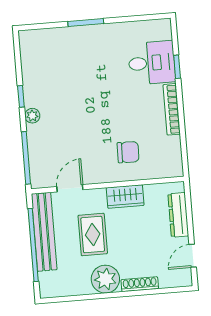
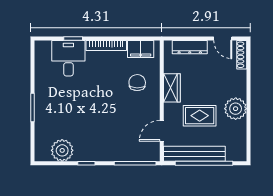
plant: (32, 116) -> (62, 150), moved, width x1.88, depth x1.88
filing cabinet: (171, 153) -> (141, 49), added
door: (70, 188) -> (162, 131), hinge flipped
shoe rack: (140, 284) -> (242, 55), moved

